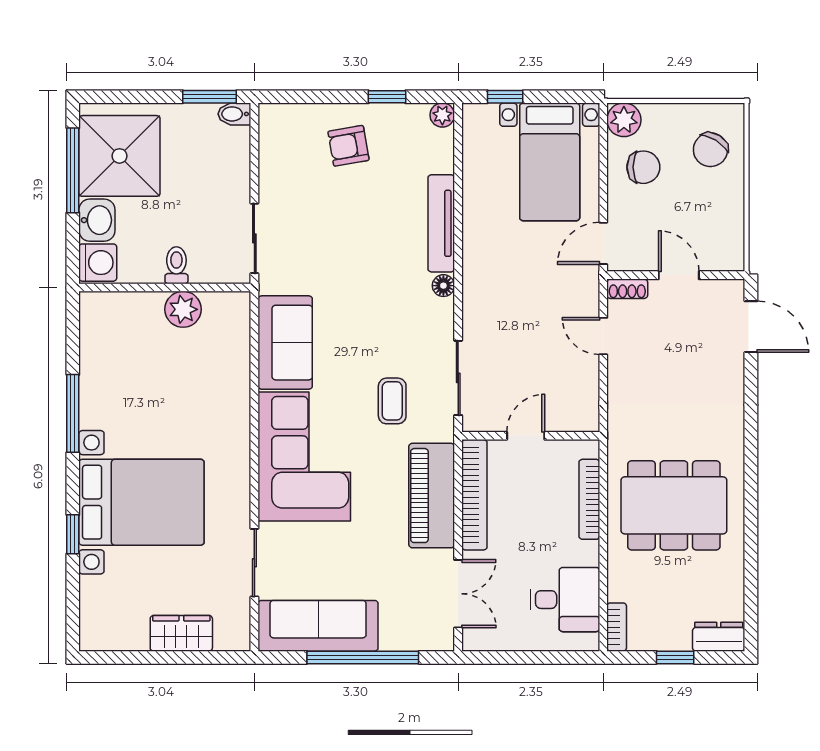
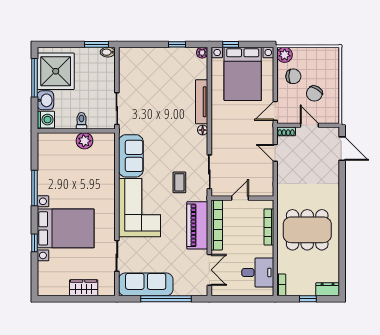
armchair: (348, 146) -> (160, 67), removed
chair: (710, 150) -> (314, 93), moved
bed with nightstands: (550, 162) -> (243, 74), width x1.36

